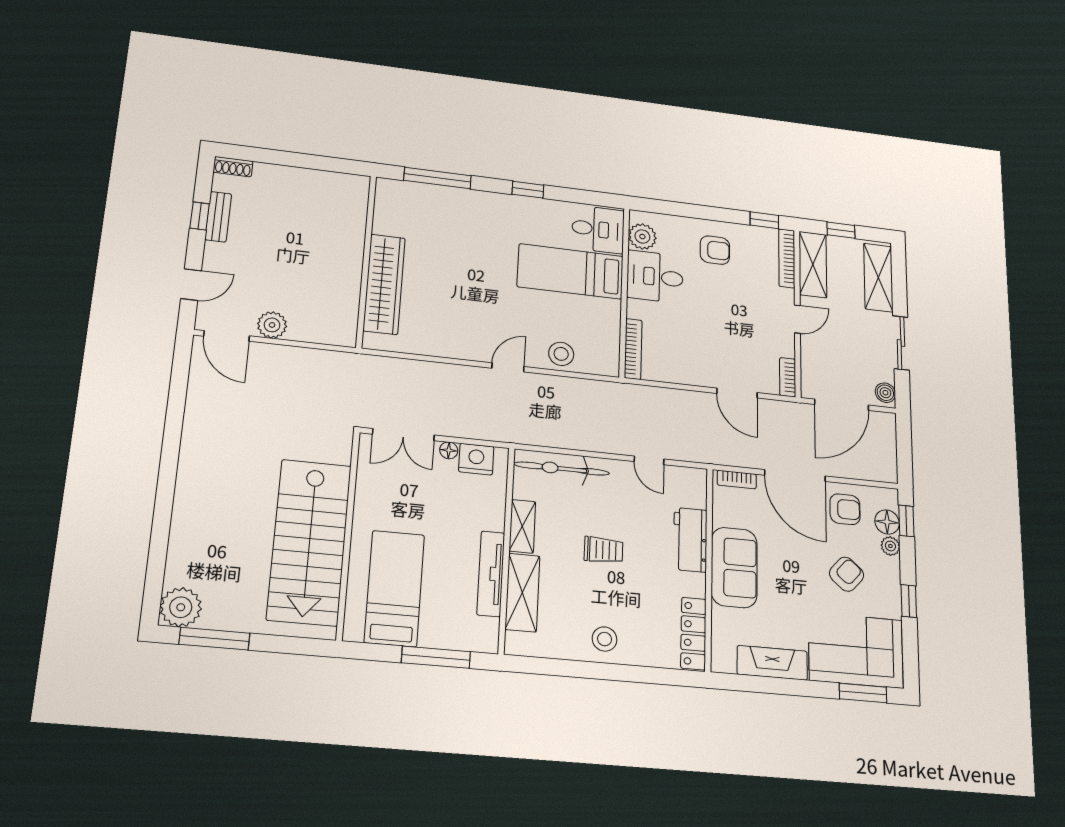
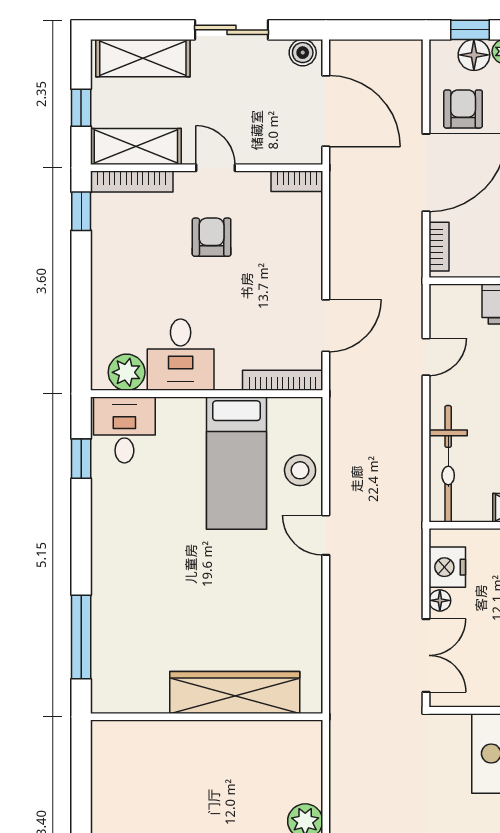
window: (528, 190) -> (81, 459), moved
armchair: (715, 250) -> (212, 237), moved
bed: (570, 271) -> (236, 463), moved
door: (737, 393) -> (326, 326), moved

